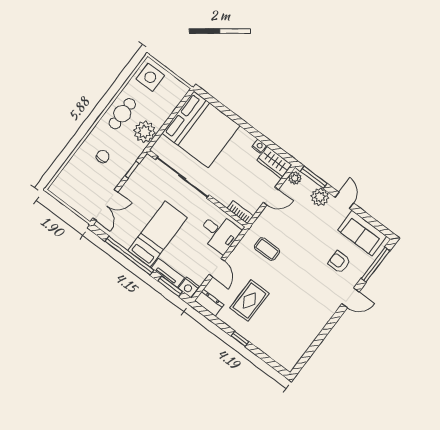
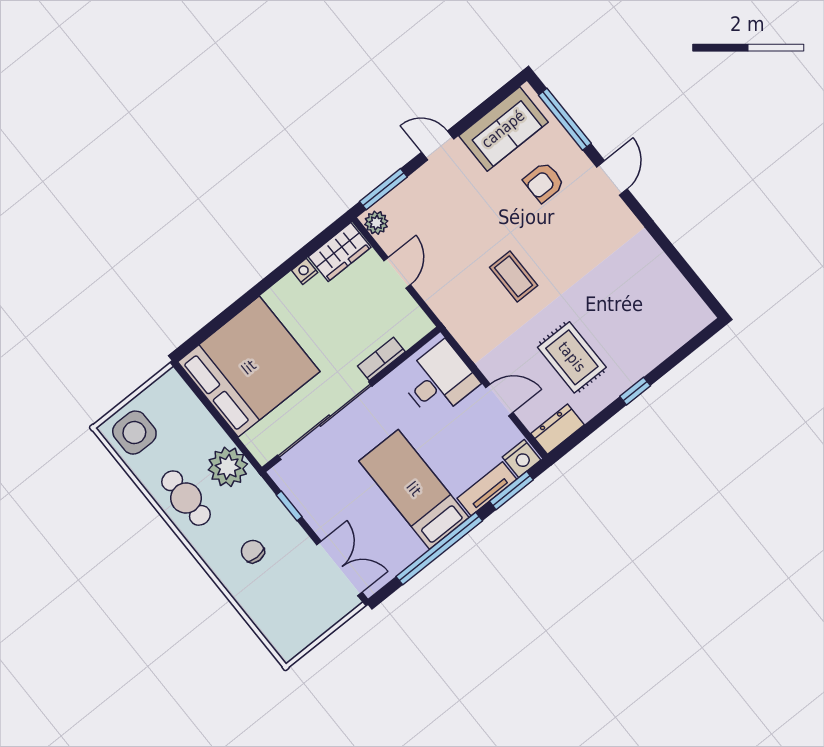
plant: (320, 197) -> (421, 187), removed
bookcase: (240, 212) -> (381, 359), moved
coffee table: (267, 249) -> (514, 276), moved, turned 90

